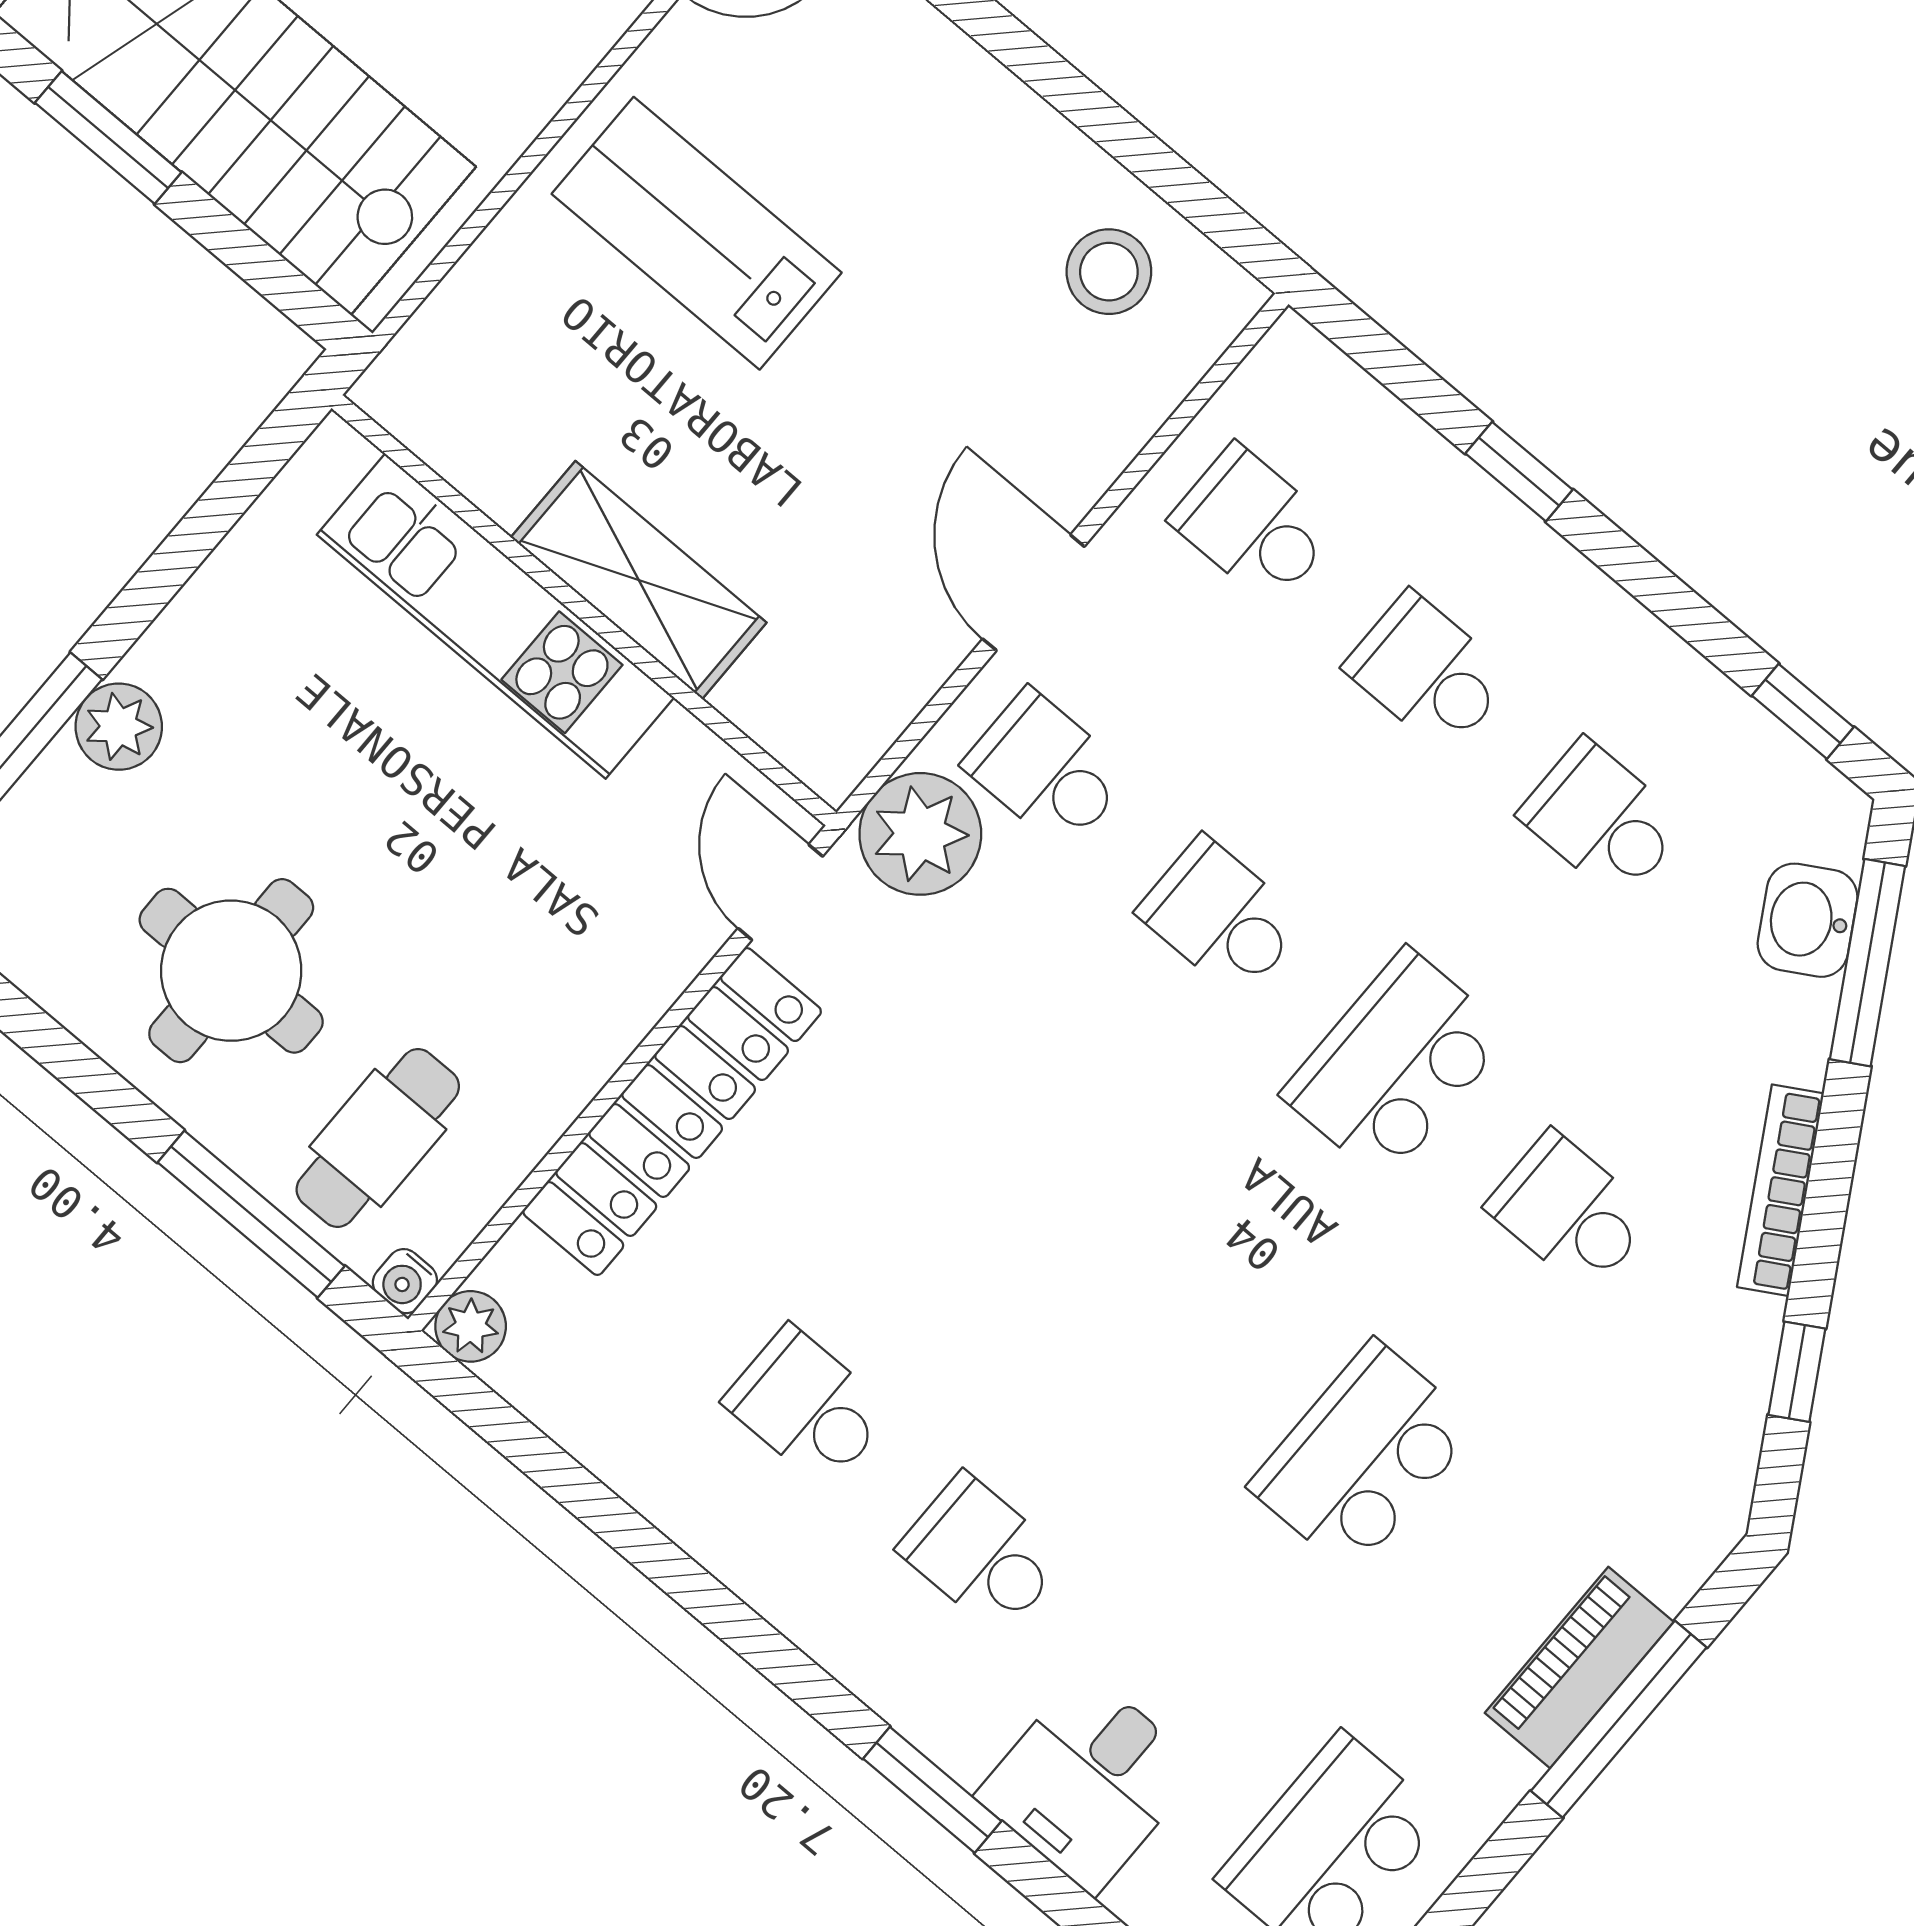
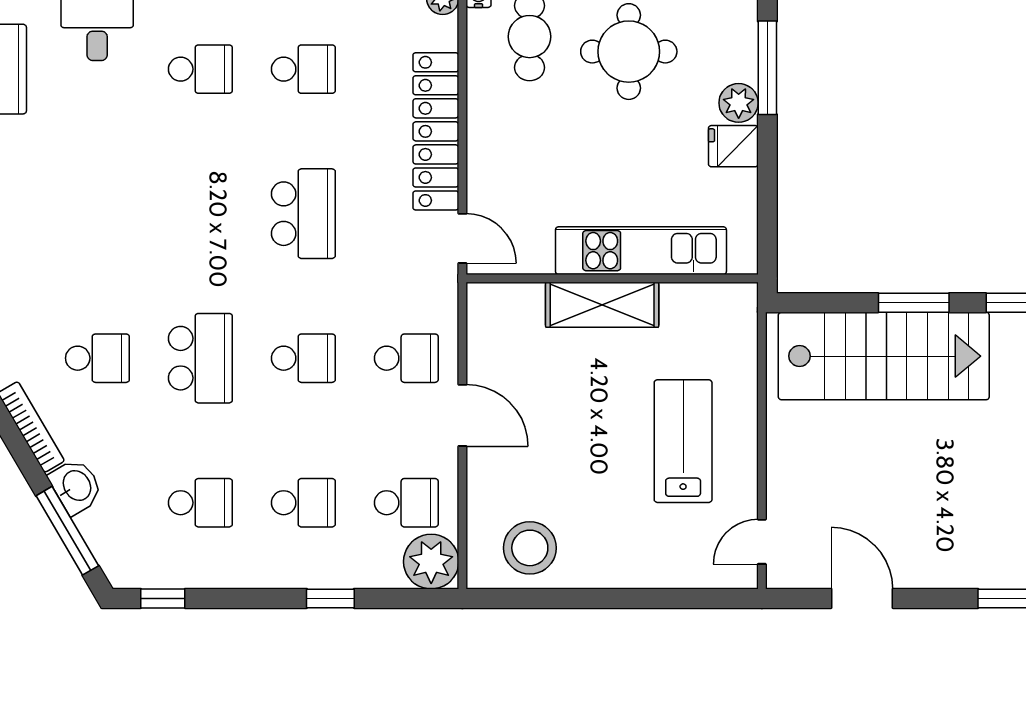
lab bench: (697, 233) -> (683, 441), turned -90
stool: (1109, 272) -> (530, 548), width x1.38, depth x1.38
fridge: (190, 661) -> (733, 146), added
plant: (920, 834) -> (431, 562), moved
washbasin: (1807, 920) -> (76, 486), moved
school desk: (1363, 1456) -> (303, 214), moved

